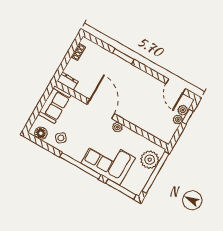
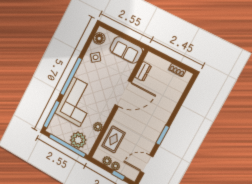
window: (123, 56) -> (163, 135), moved
dresser: (68, 81) -> (143, 71), moved
plant: (183, 110) -> (107, 161), moved
rug: (149, 121) -> (114, 139), added
plant: (117, 127) -> (98, 127), moved

